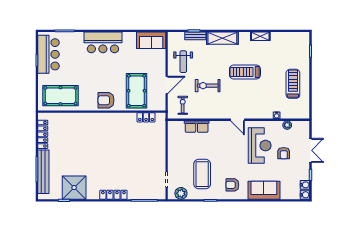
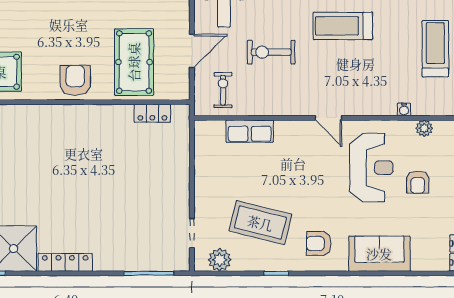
armchair: (106, 100) -> (75, 80), turned 90
coffee table: (202, 174) -> (260, 223), turned -76
locker: (113, 195) -> (65, 262), moved

